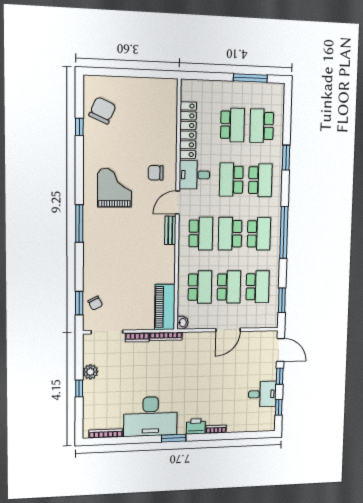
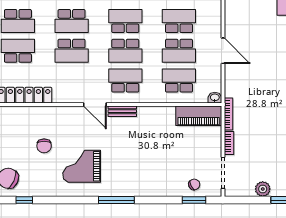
chair: (156, 173) -> (44, 146), moved
desk: (194, 175) -> (67, 88), removed
school desk: (260, 180) -> (72, 21), turned 180
school desk: (229, 287) -> (179, 51), turned 180

